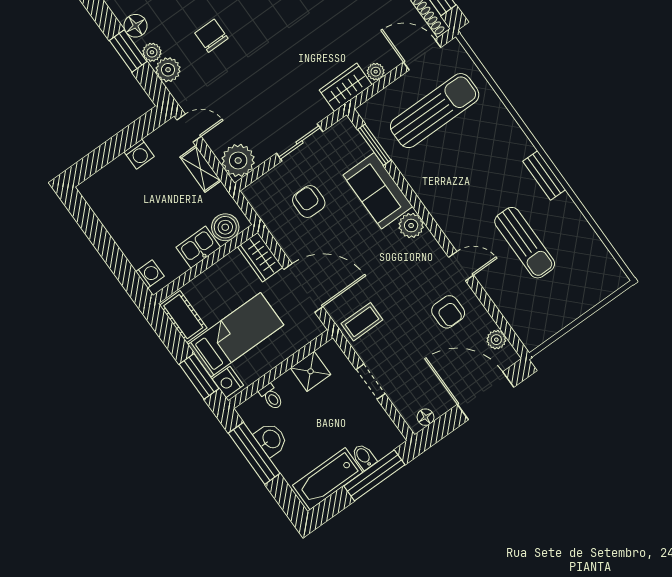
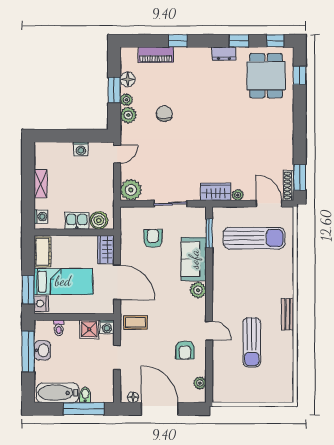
door: (189, 128) -> (117, 154), hinge flipped
shelving: (200, 169) -> (41, 184), moved
washing machine: (330, 352) -> (107, 327), added
door: (486, 396) -> (160, 409), moved

